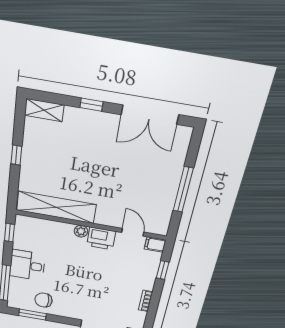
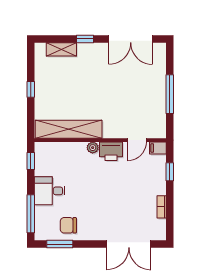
shelving: (44, 110) -> (61, 49), moved
door: (133, 232) -> (137, 140), swing flipped

